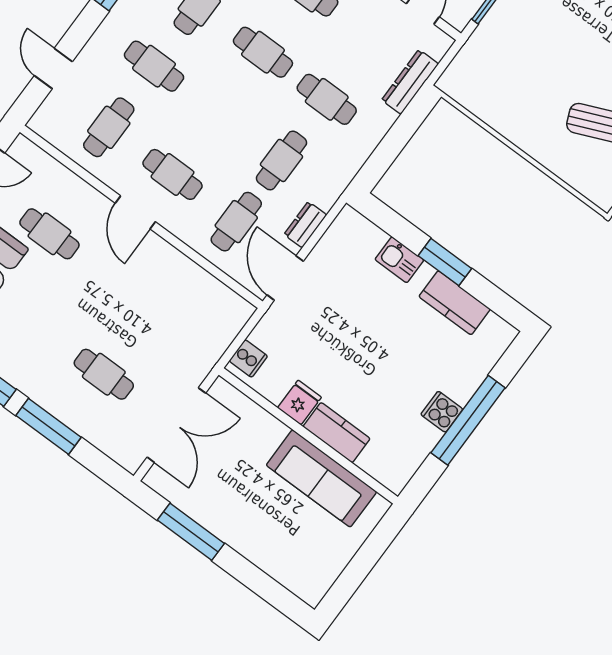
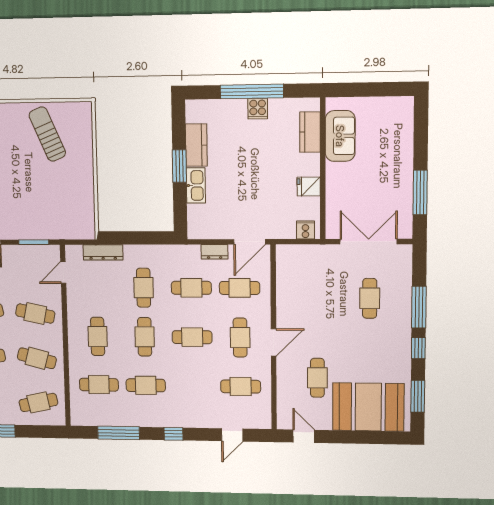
cafe table: (154, 66) -> (192, 337), moved, turned 90
kitchen sink: (399, 260) -> (196, 185), width x1.38
kitchen counter: (336, 433) -> (310, 132), moved
sofa: (321, 478) -> (340, 136), width x0.73

